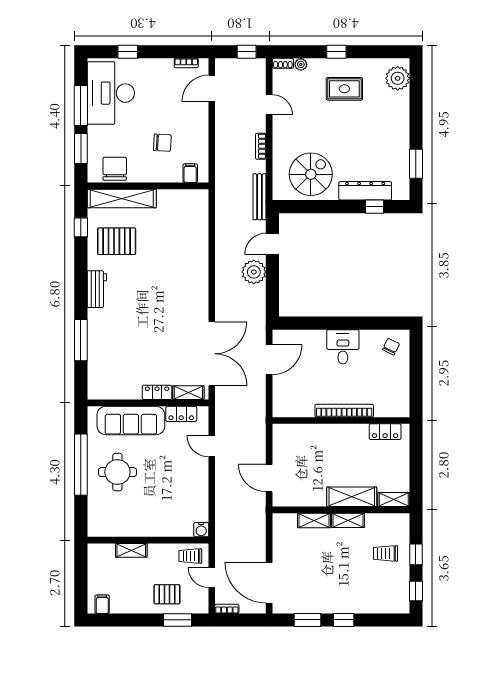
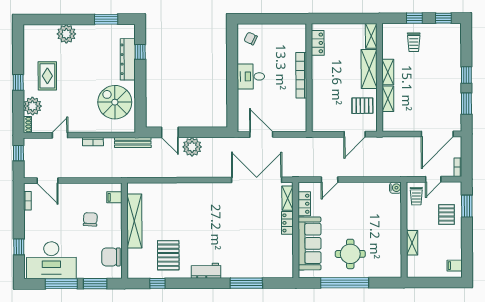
plant: (301, 64) -> (32, 106), width x1.88, depth x1.88
plant: (398, 78) -> (66, 34), moved
shelving: (122, 198) -> (134, 221), moved
pallet: (305, 488) -> (362, 106), added

